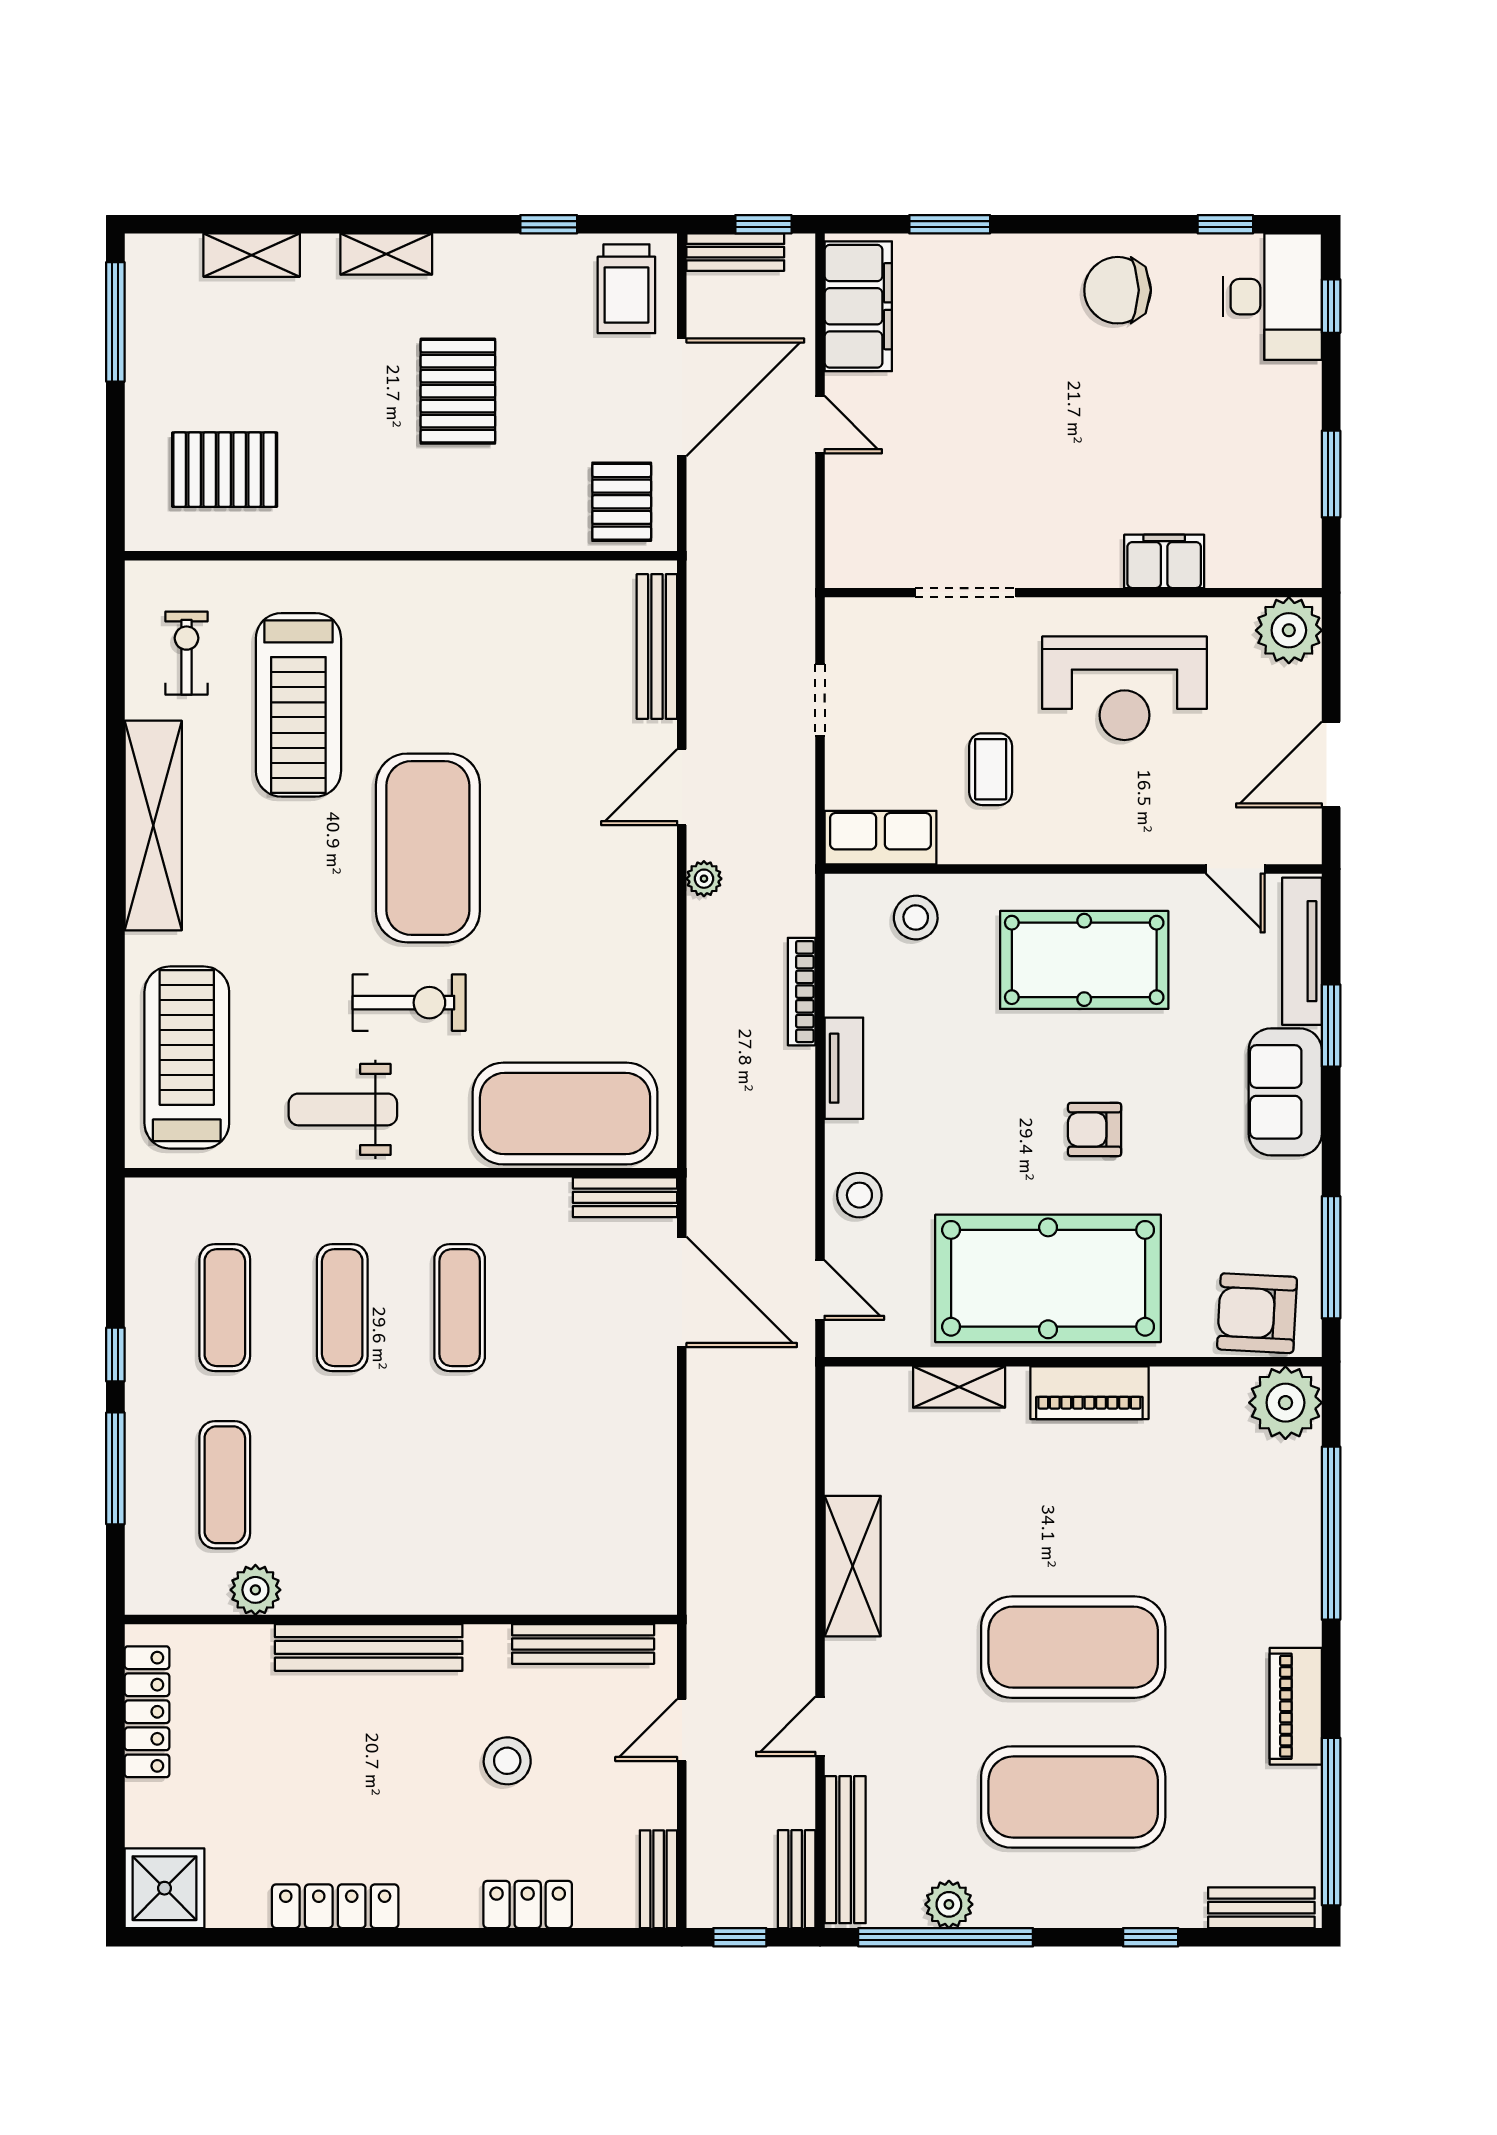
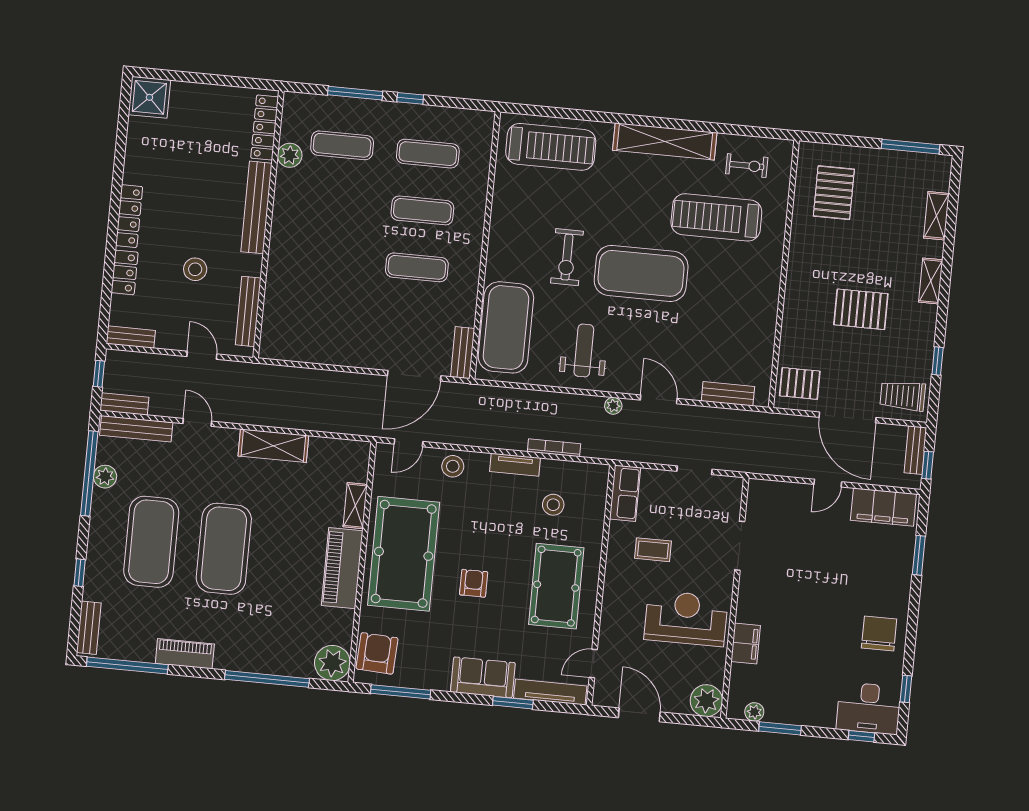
plant: (1303, 530) -> (754, 712), added
bench: (657, 647) -> (728, 394), width x0.73
reception desk: (1124, 688) -> (686, 618), turned 90
stool: (916, 918) -> (553, 505), moved
weight bench: (343, 1109) -> (584, 350), moved
piano: (1089, 1393) -> (342, 568), width x1.37, depth x1.33
locker: (147, 1712) -> (265, 128), moved, turned 90
locker: (335, 1906) -> (129, 216), moved

